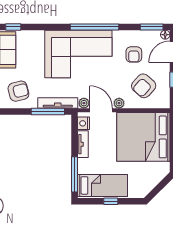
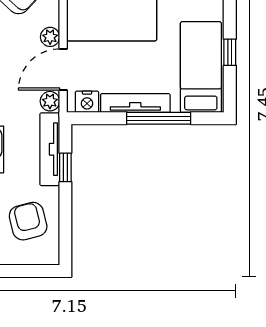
window: (48, 112) -> (65, 167), width x0.46
tv unit: (83, 144) -> (135, 103), width x1.41
window: (75, 174) -> (159, 118), moved

